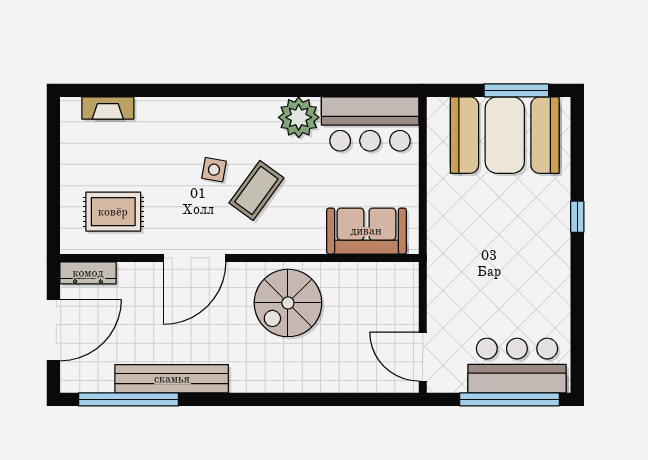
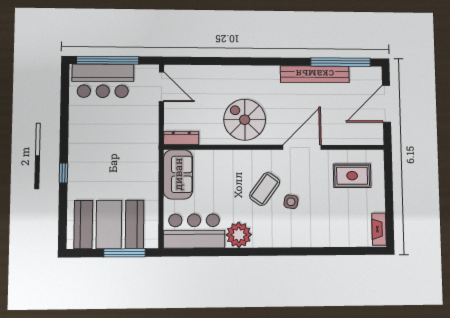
window: (516, 90) -> (125, 253), moved
fireplace: (108, 108) -> (379, 229), moved, turned -90
sofa: (366, 231) -> (178, 174), moved, turned -90
dresser: (88, 273) -> (181, 138), moved
spiral stairs: (288, 303) -> (245, 120), turned -90

